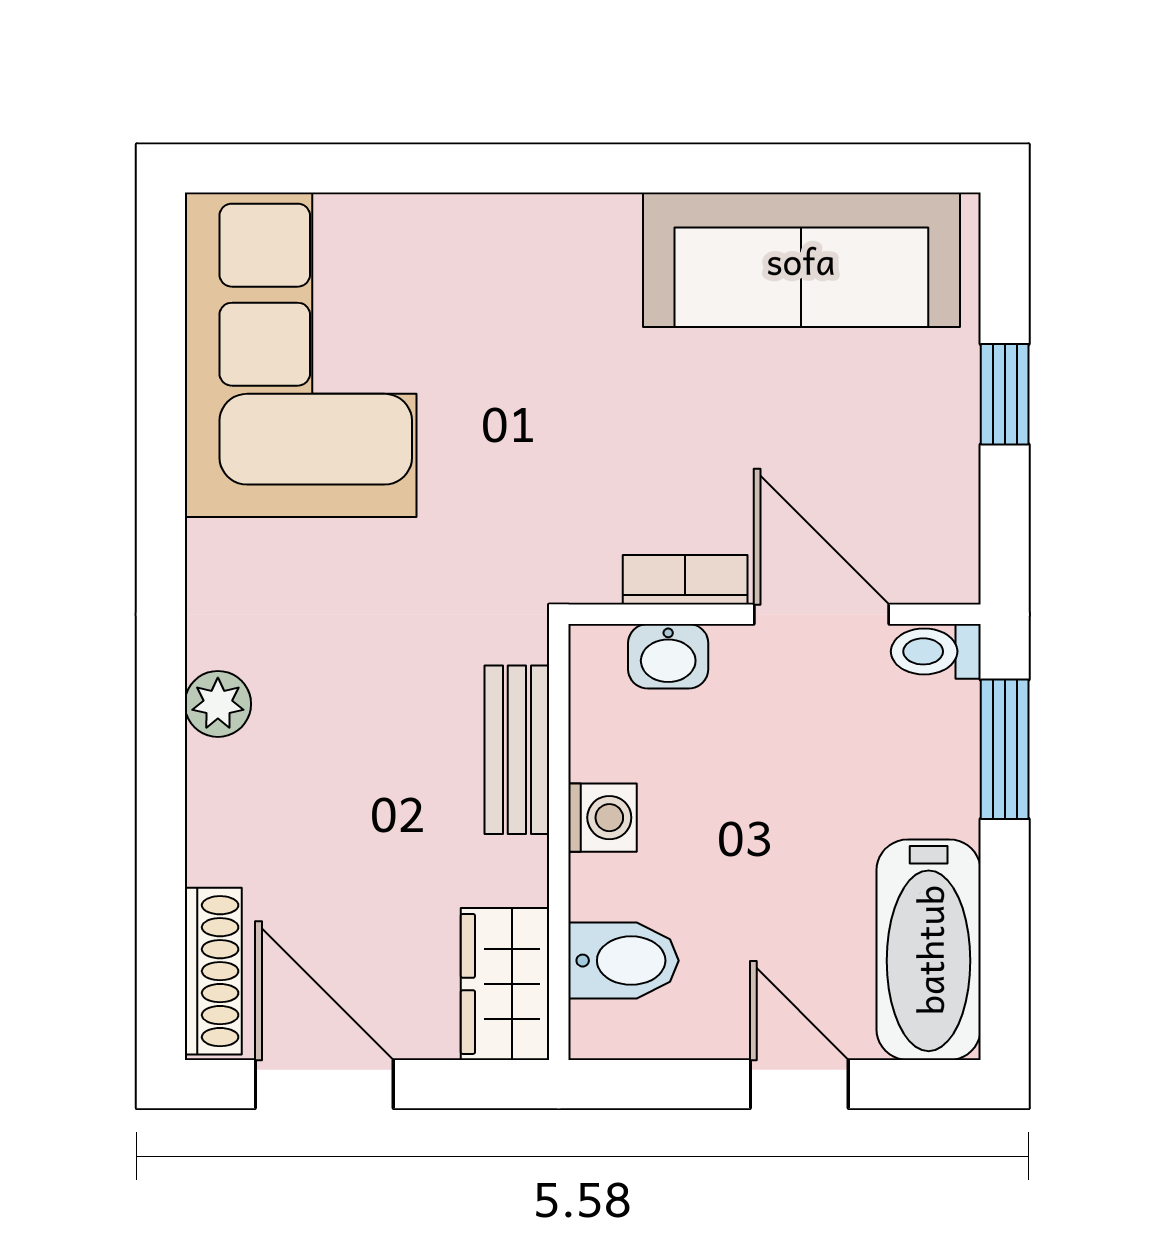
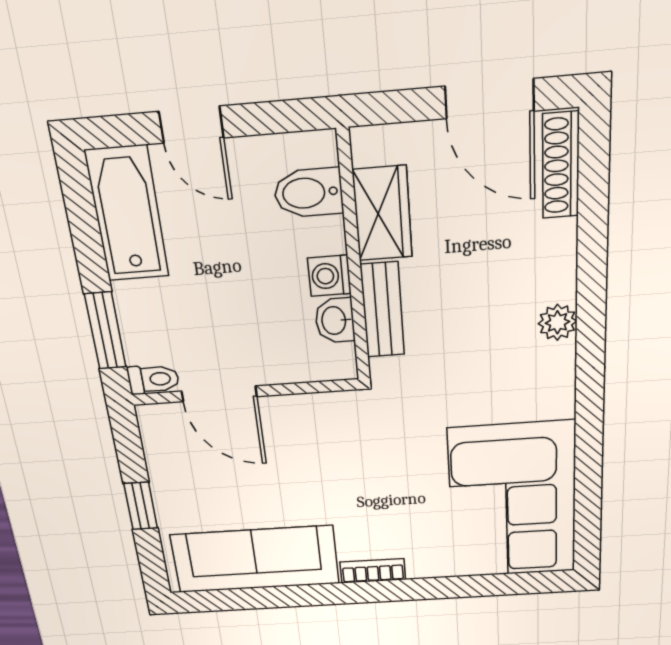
bookcase: (685, 580) -> (373, 571), moved, turned 180
washbasin: (668, 656) -> (335, 320), moved, turned -90
wardrobe: (505, 984) -> (382, 214), moved

